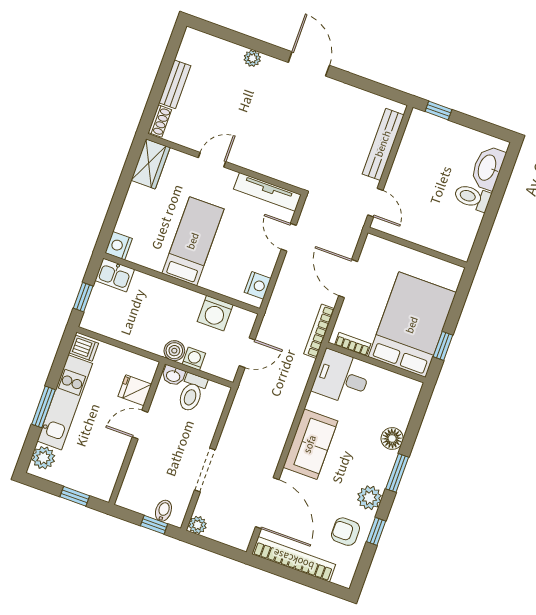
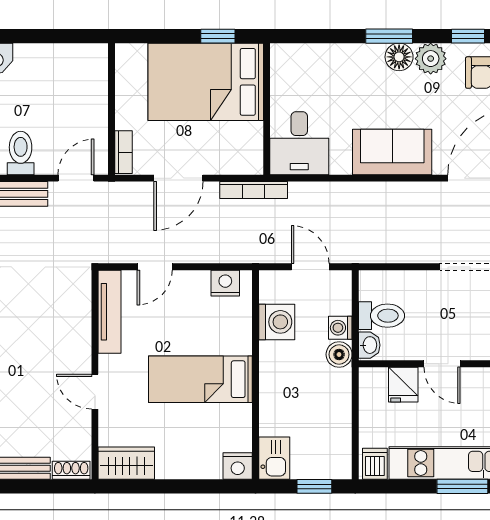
toilet: (472, 197) -> (21, 153), moved, turned 180
bookcase: (353, 344) -> (123, 152), moved, turned 180
floor lamp: (392, 438) -> (399, 57), moved

